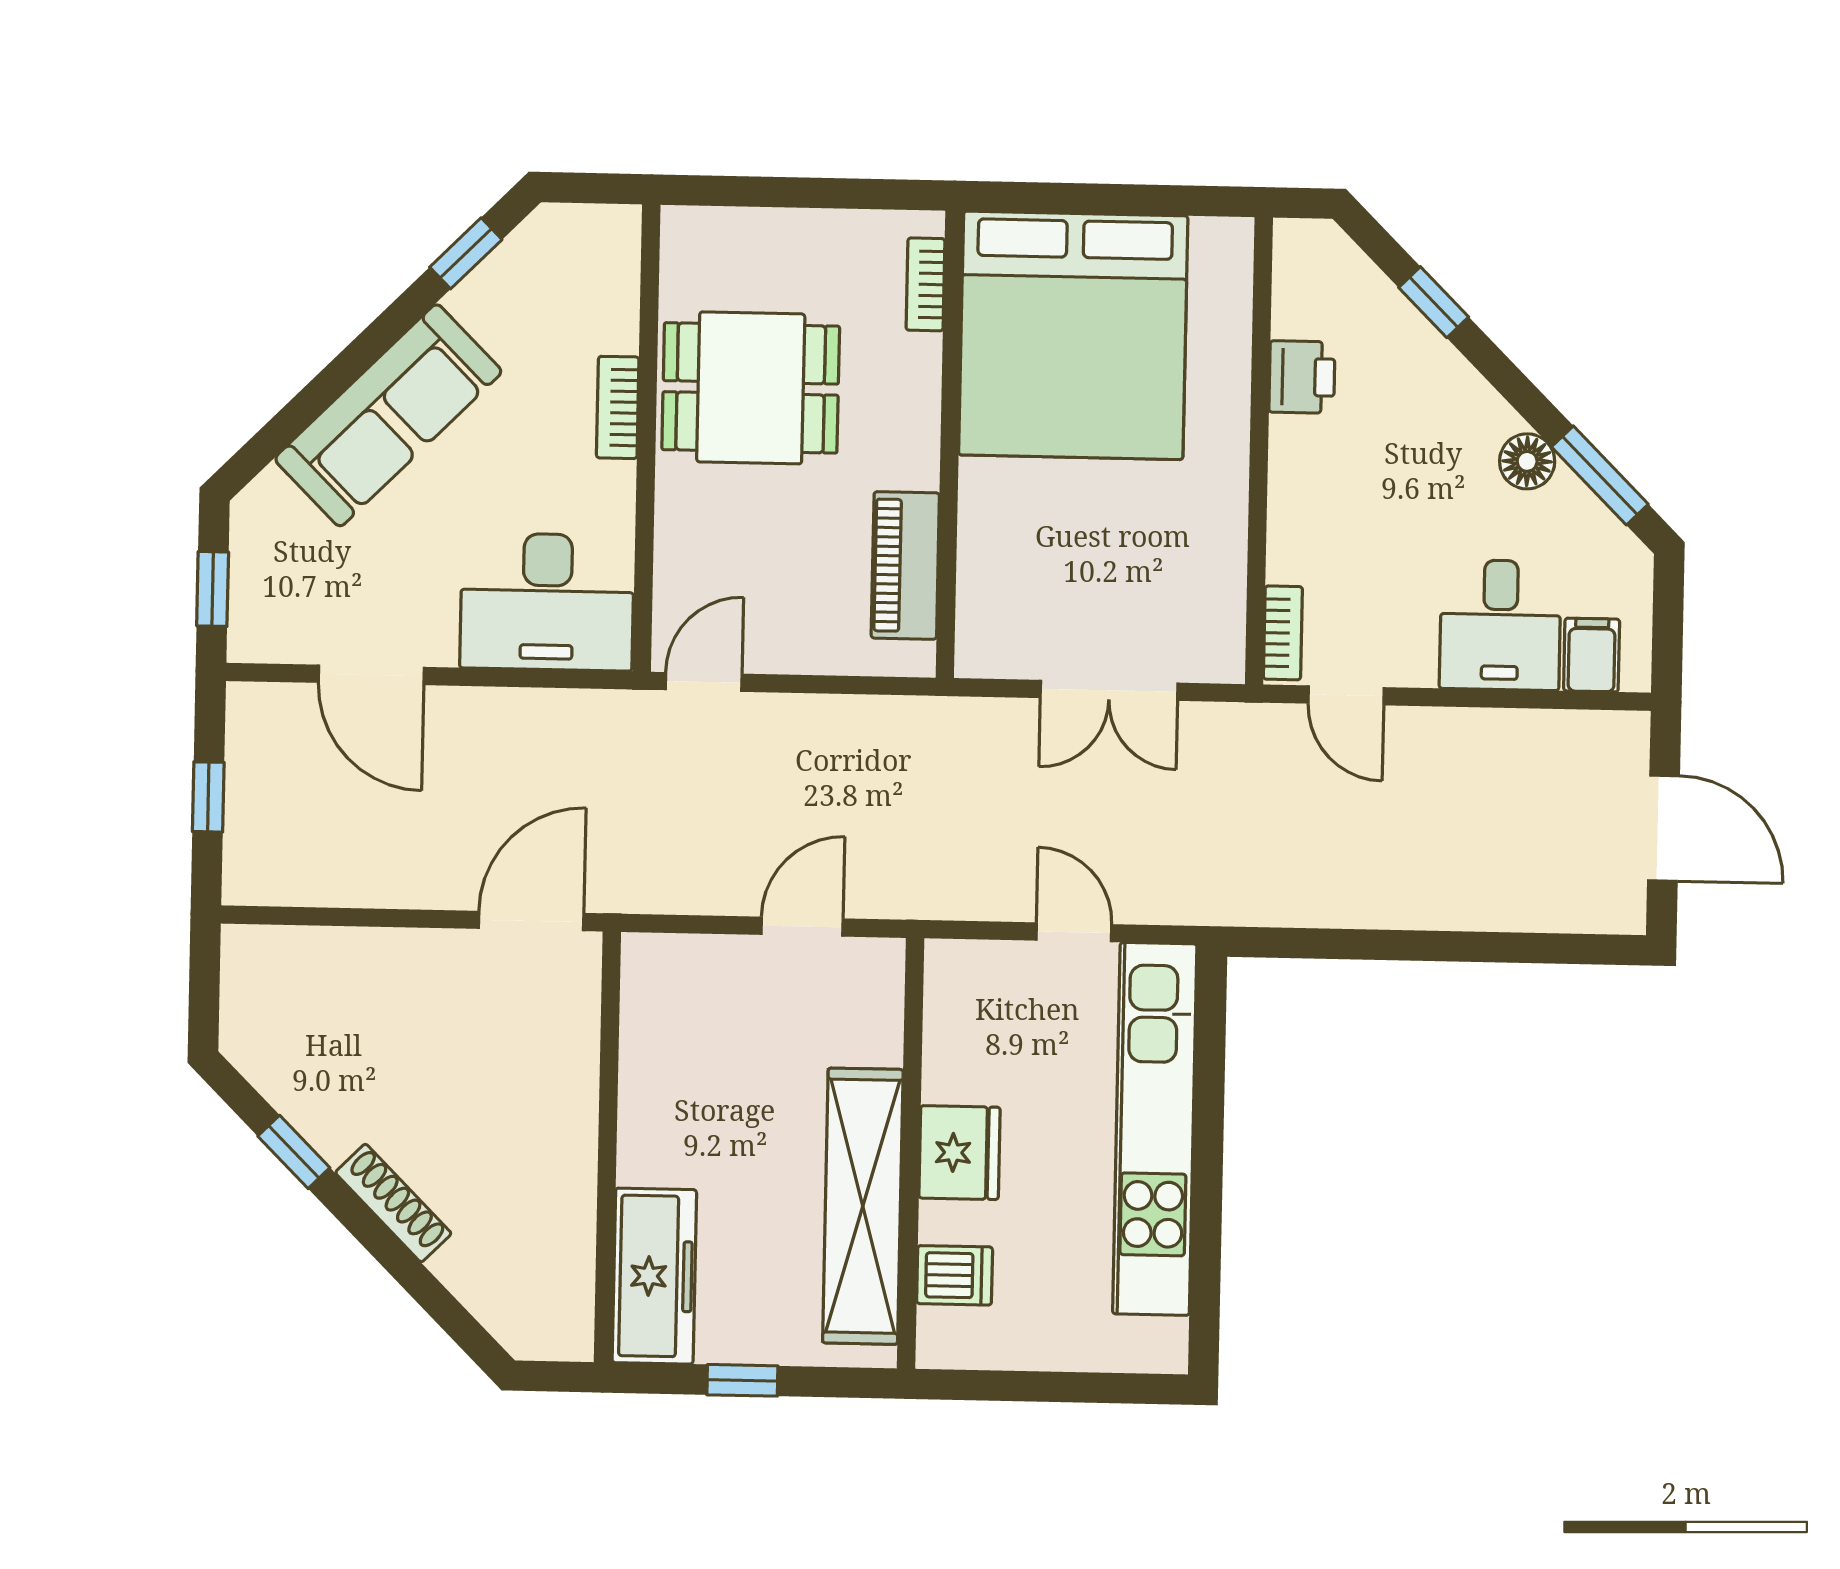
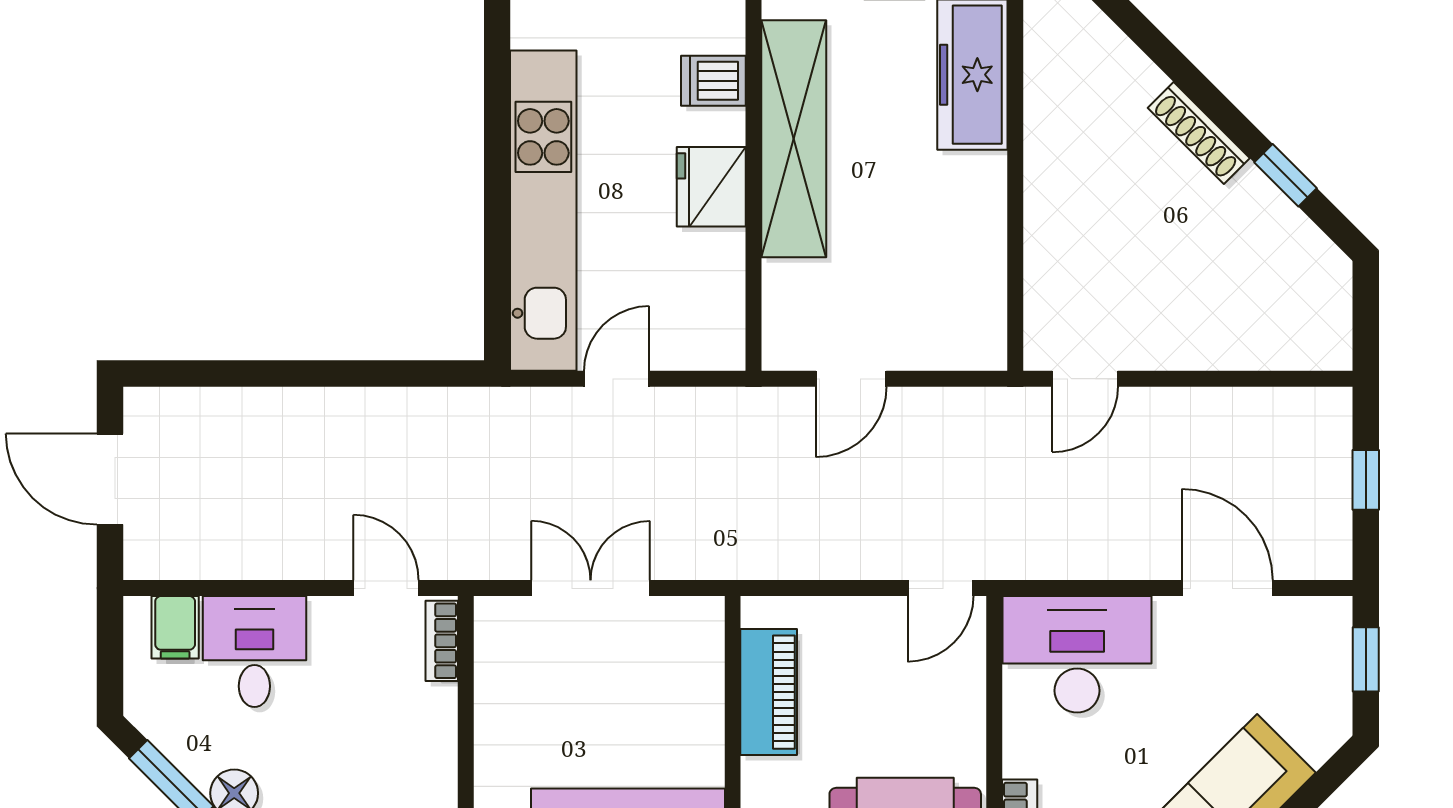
door: (531, 921) -> (1085, 379), width x0.73
door: (1074, 932) -> (617, 379), swing flipped

